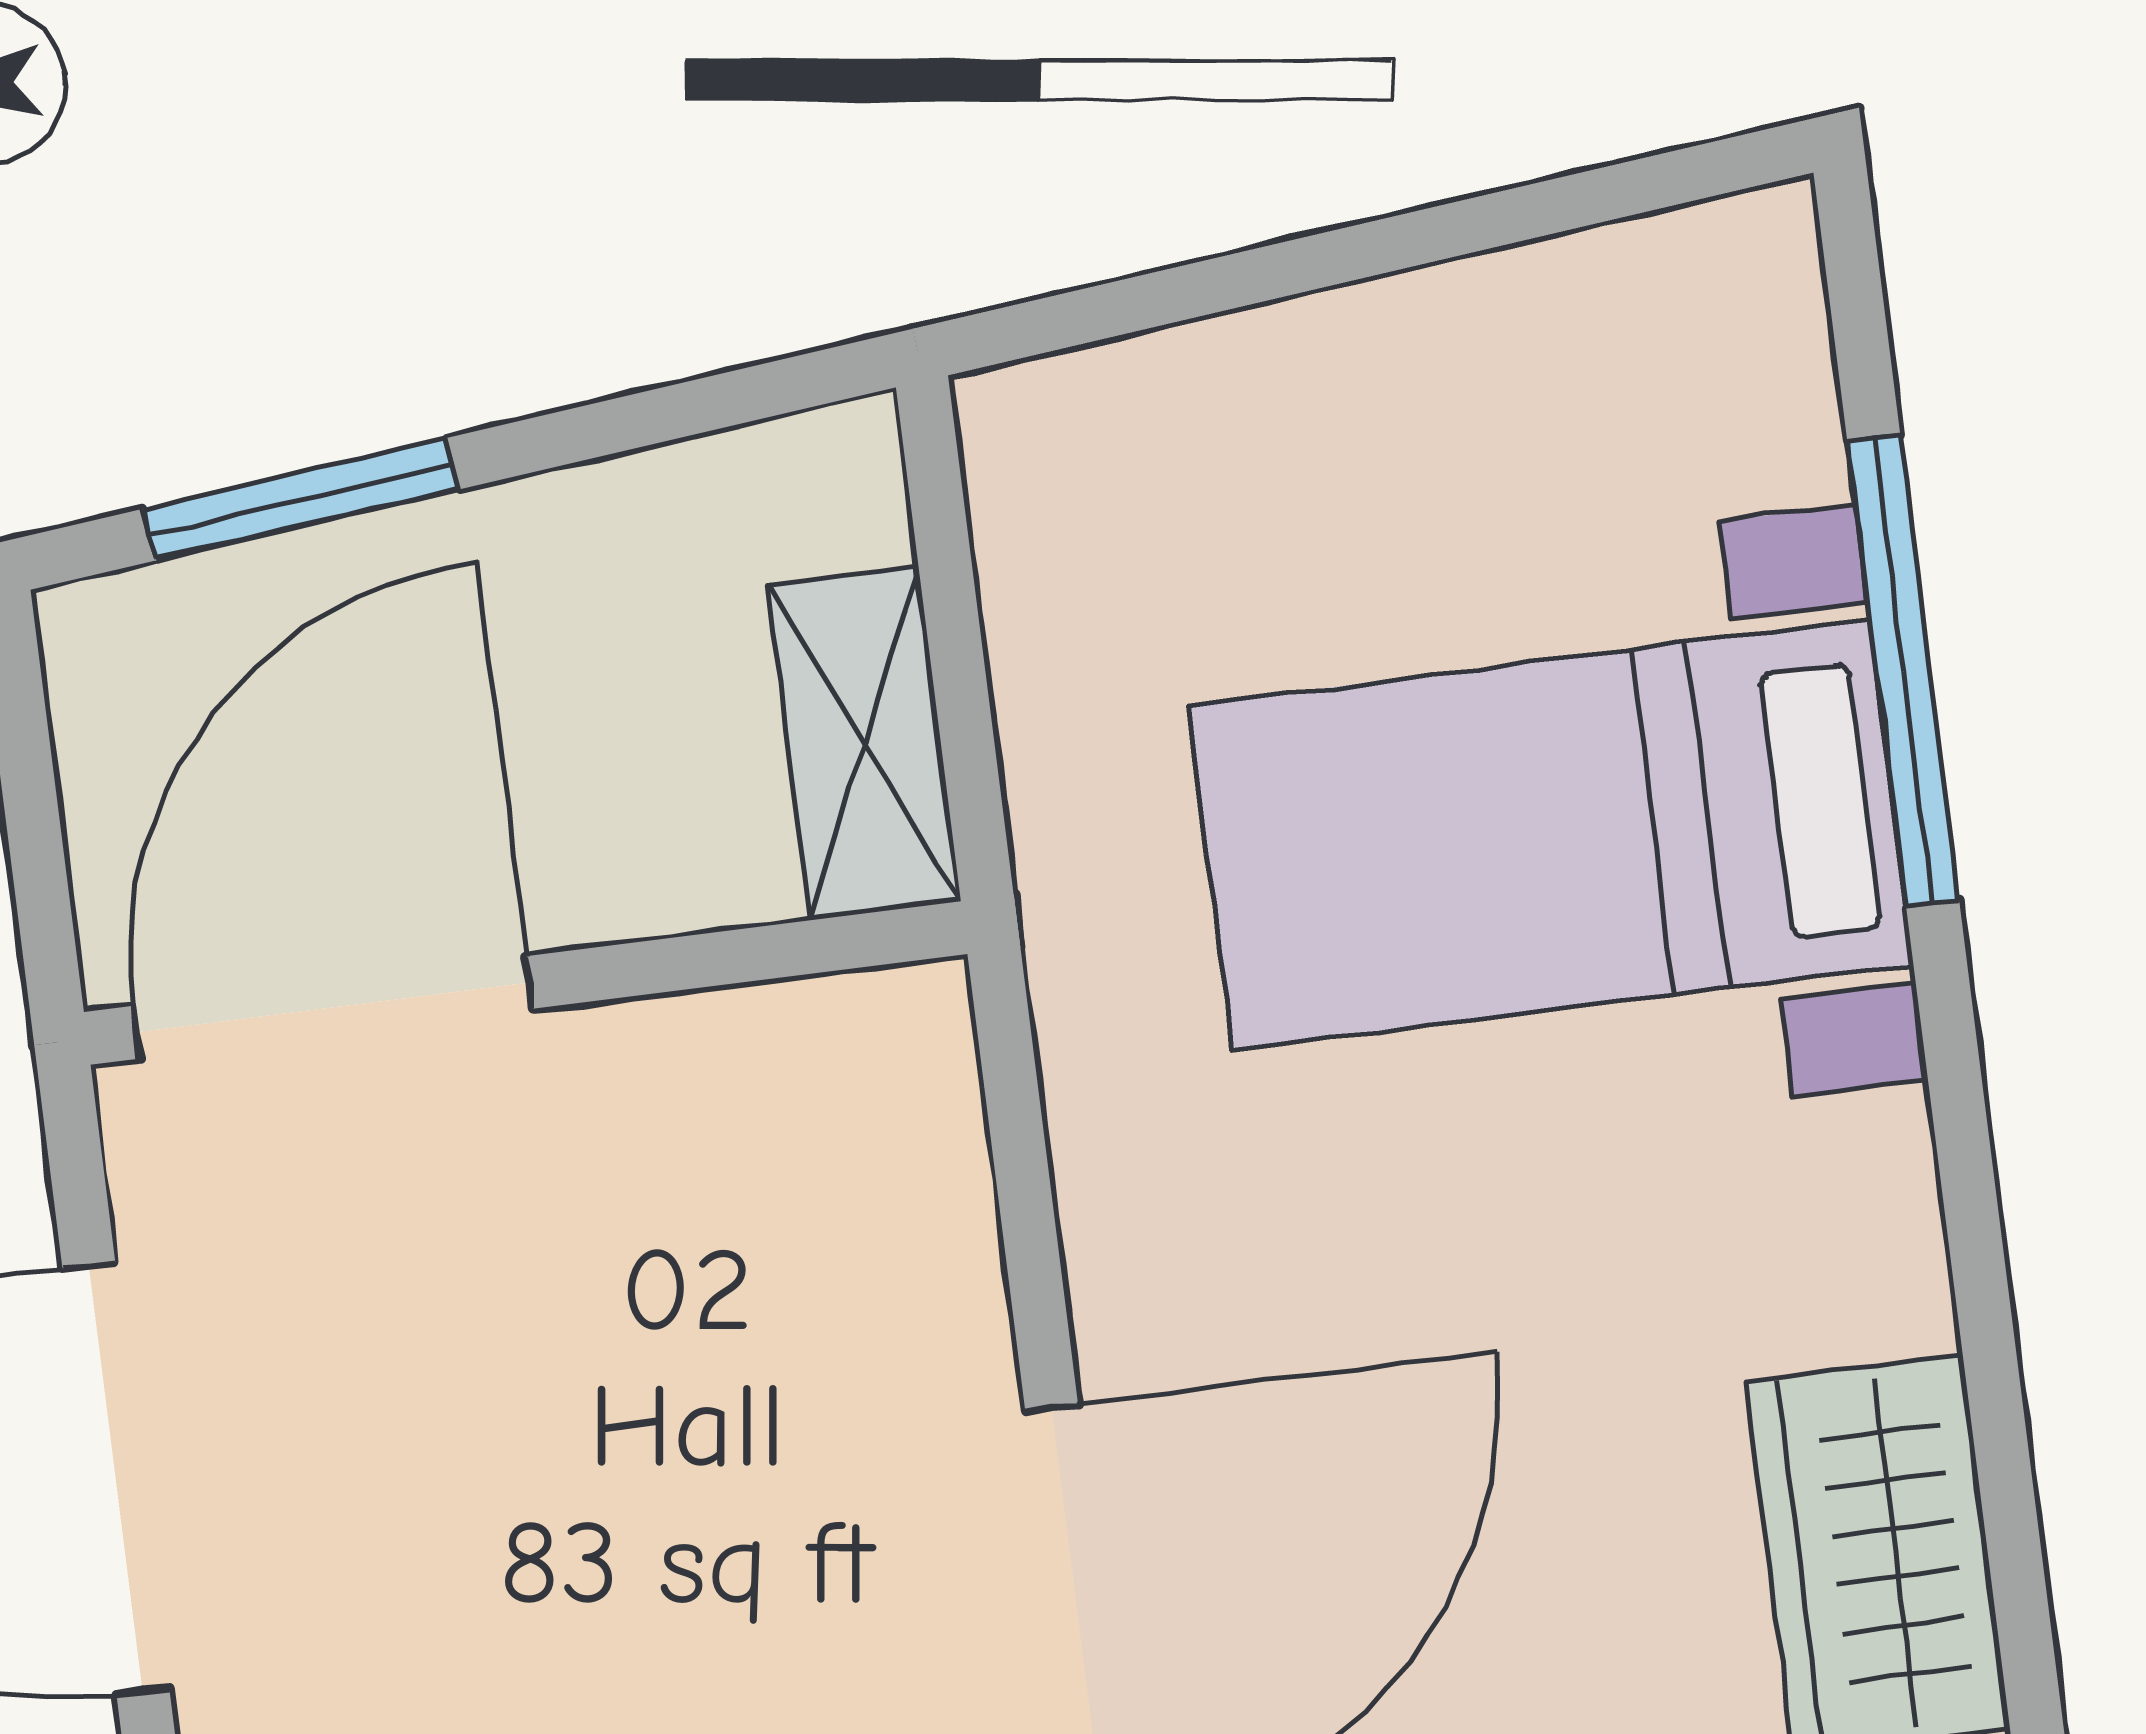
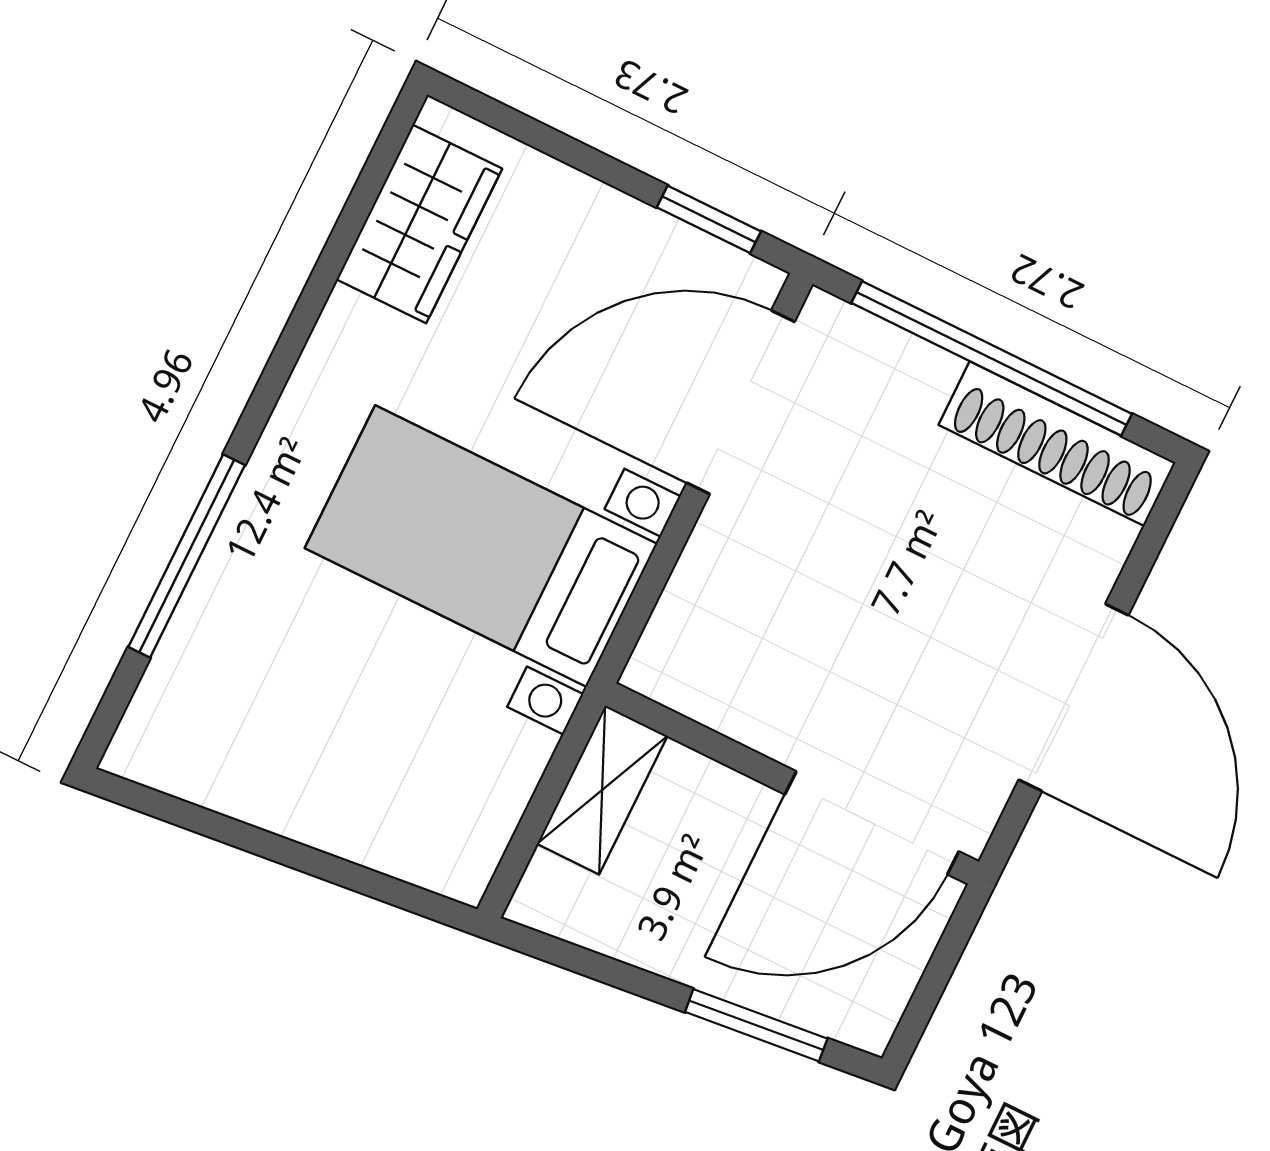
bed with nightstands: (1551, 835) -> (481, 546), moved, turned 180

